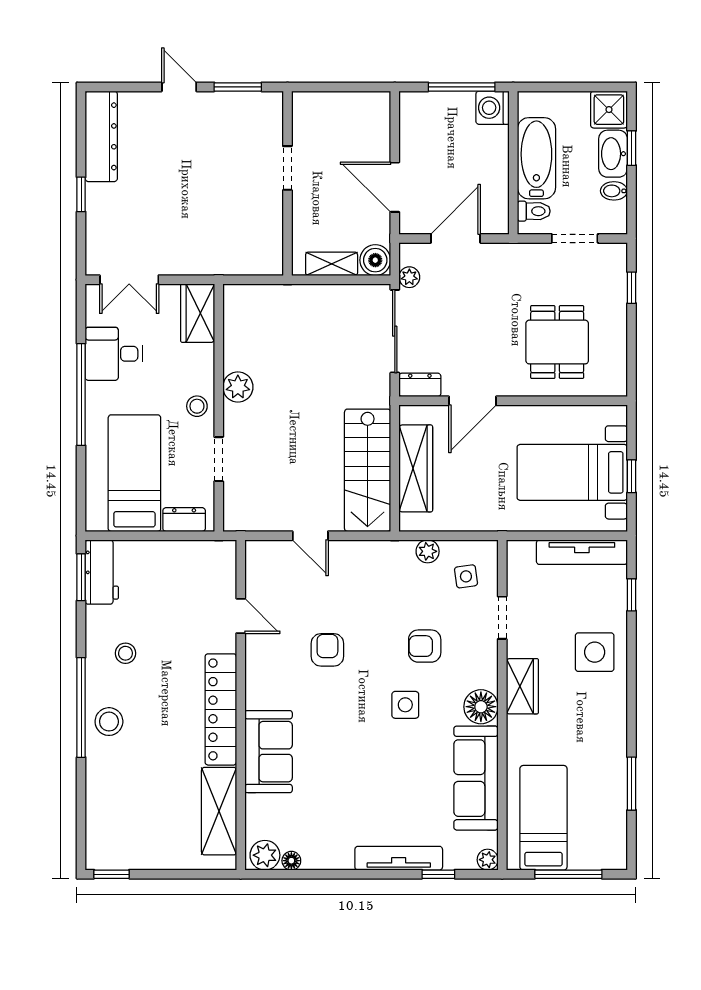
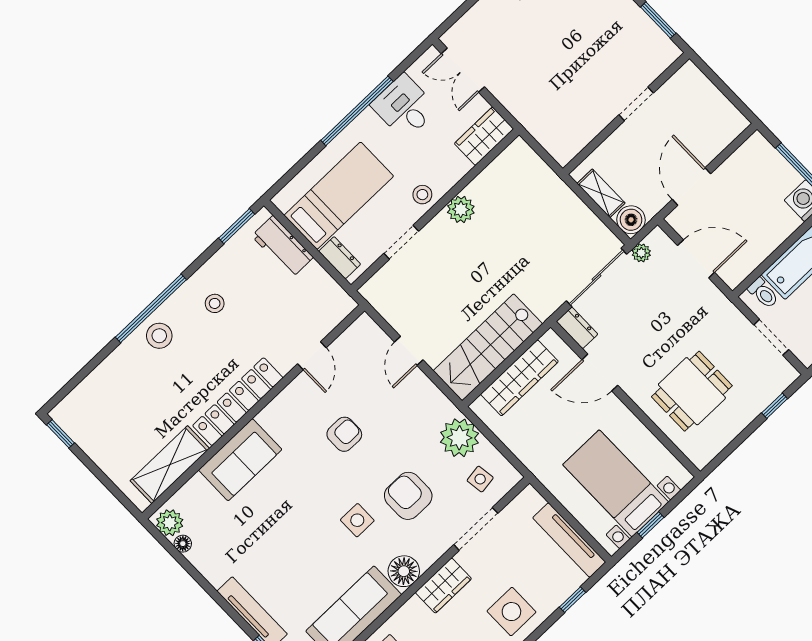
plant: (428, 551) -> (459, 438), width x1.87, depth x1.87
workbench: (102, 572) -> (282, 247), moved, turned 90
doorway: (502, 618) -> (476, 529), width x1.38
armchair: (425, 646) -> (408, 496), width x1.38, depth x1.38

